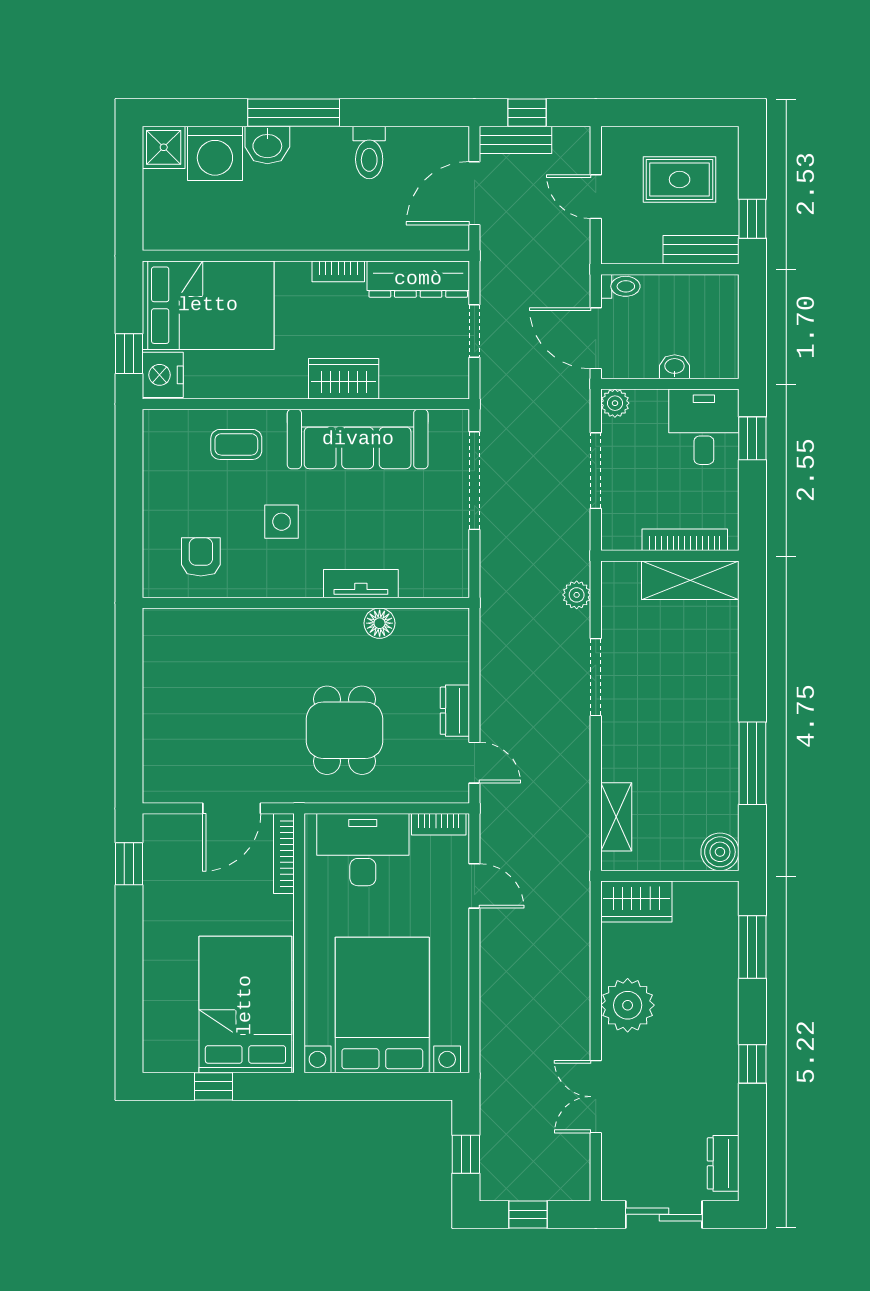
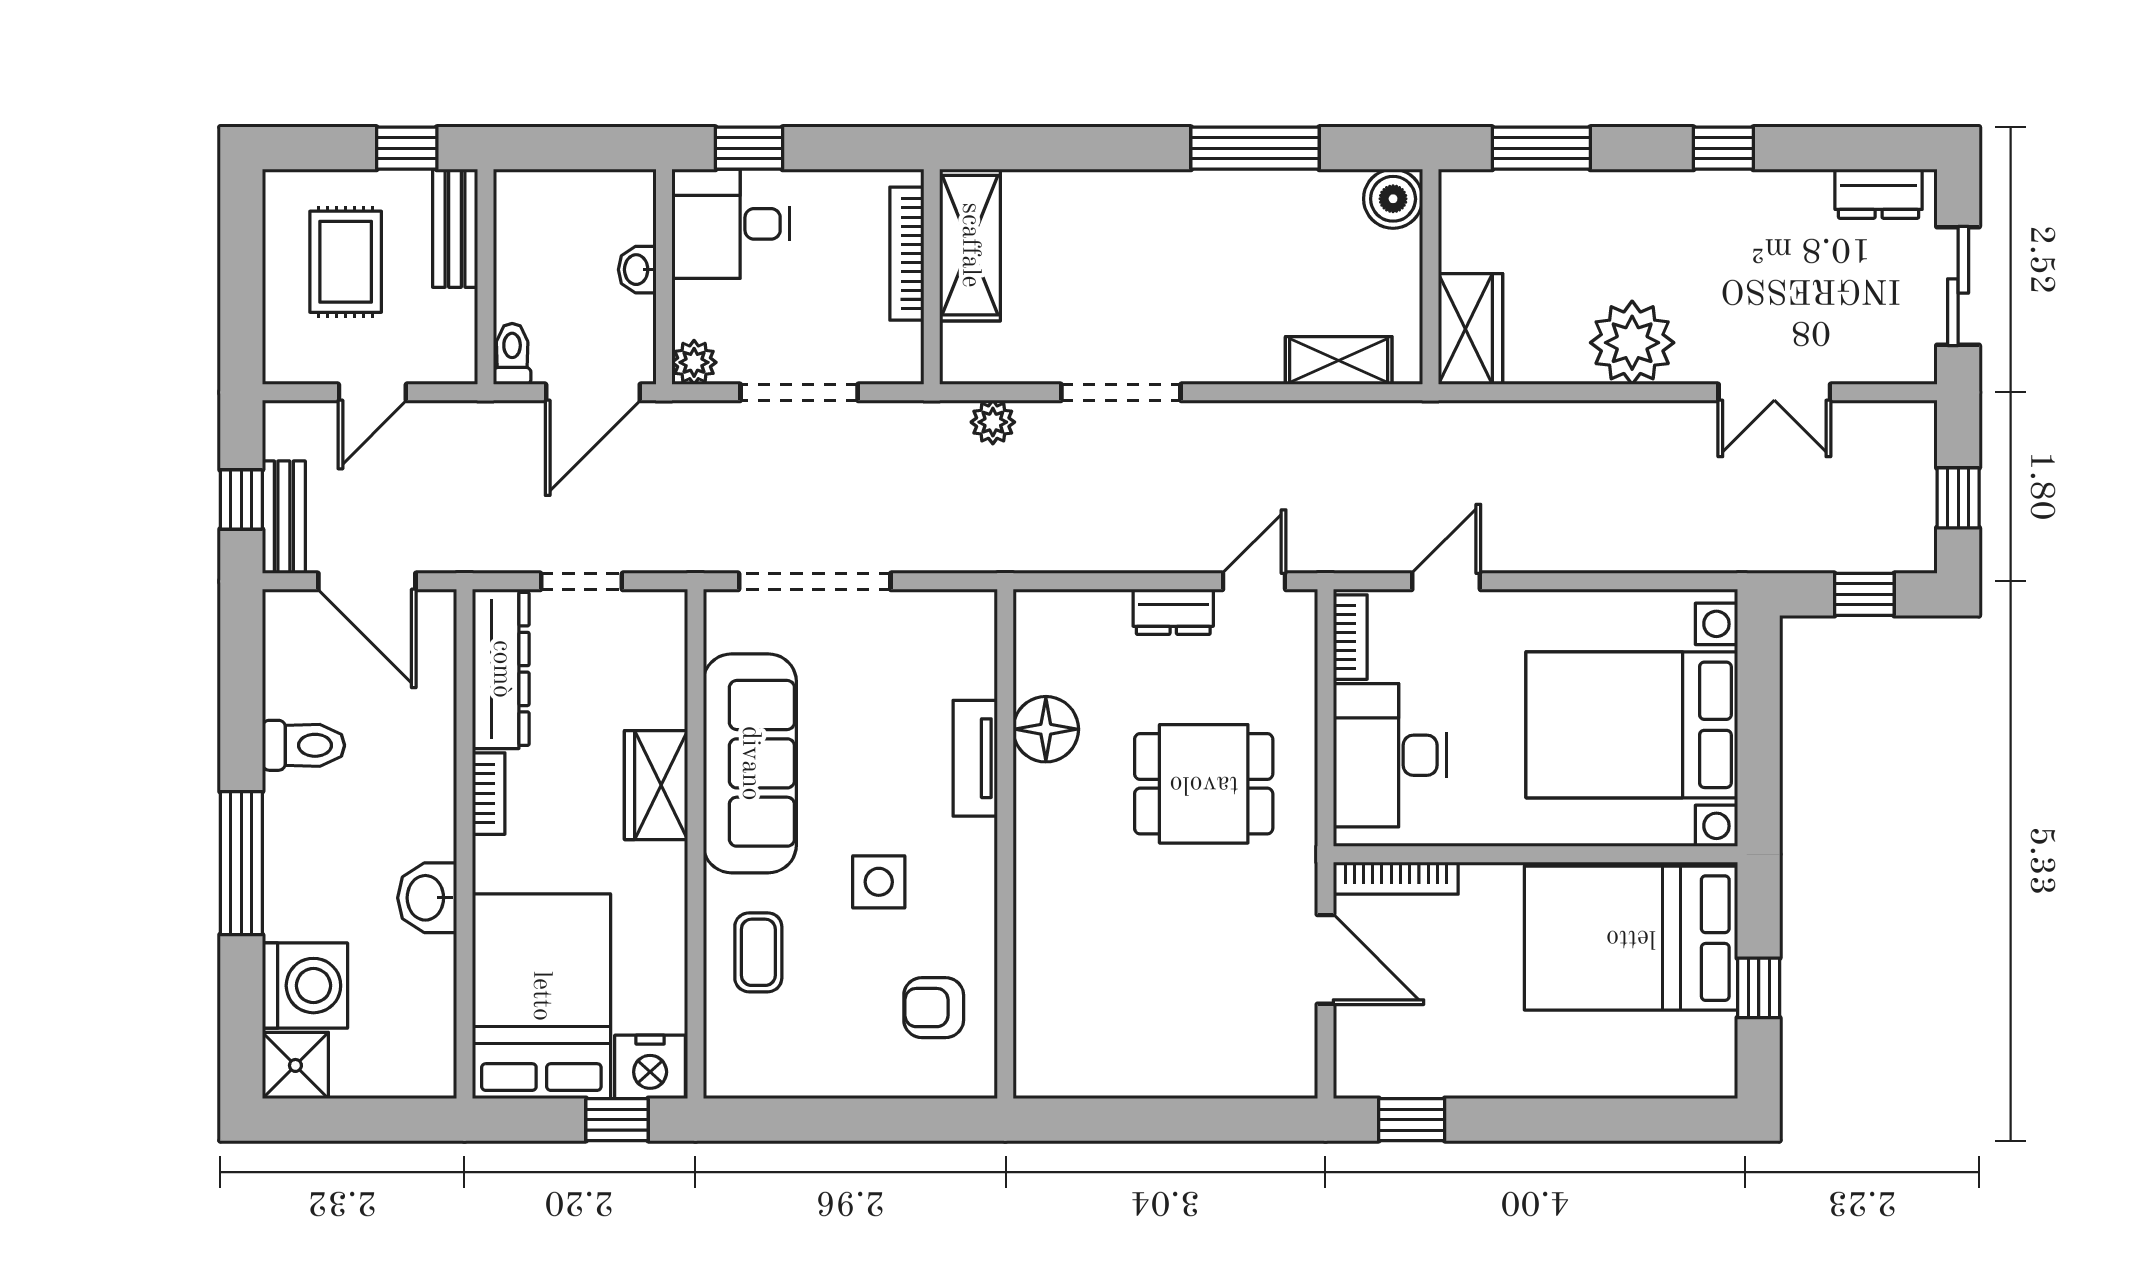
washbasin: (267, 145) -> (427, 898), moved, turned 180
floor lamp: (380, 623) -> (1046, 729), width x1.38, depth x1.38

